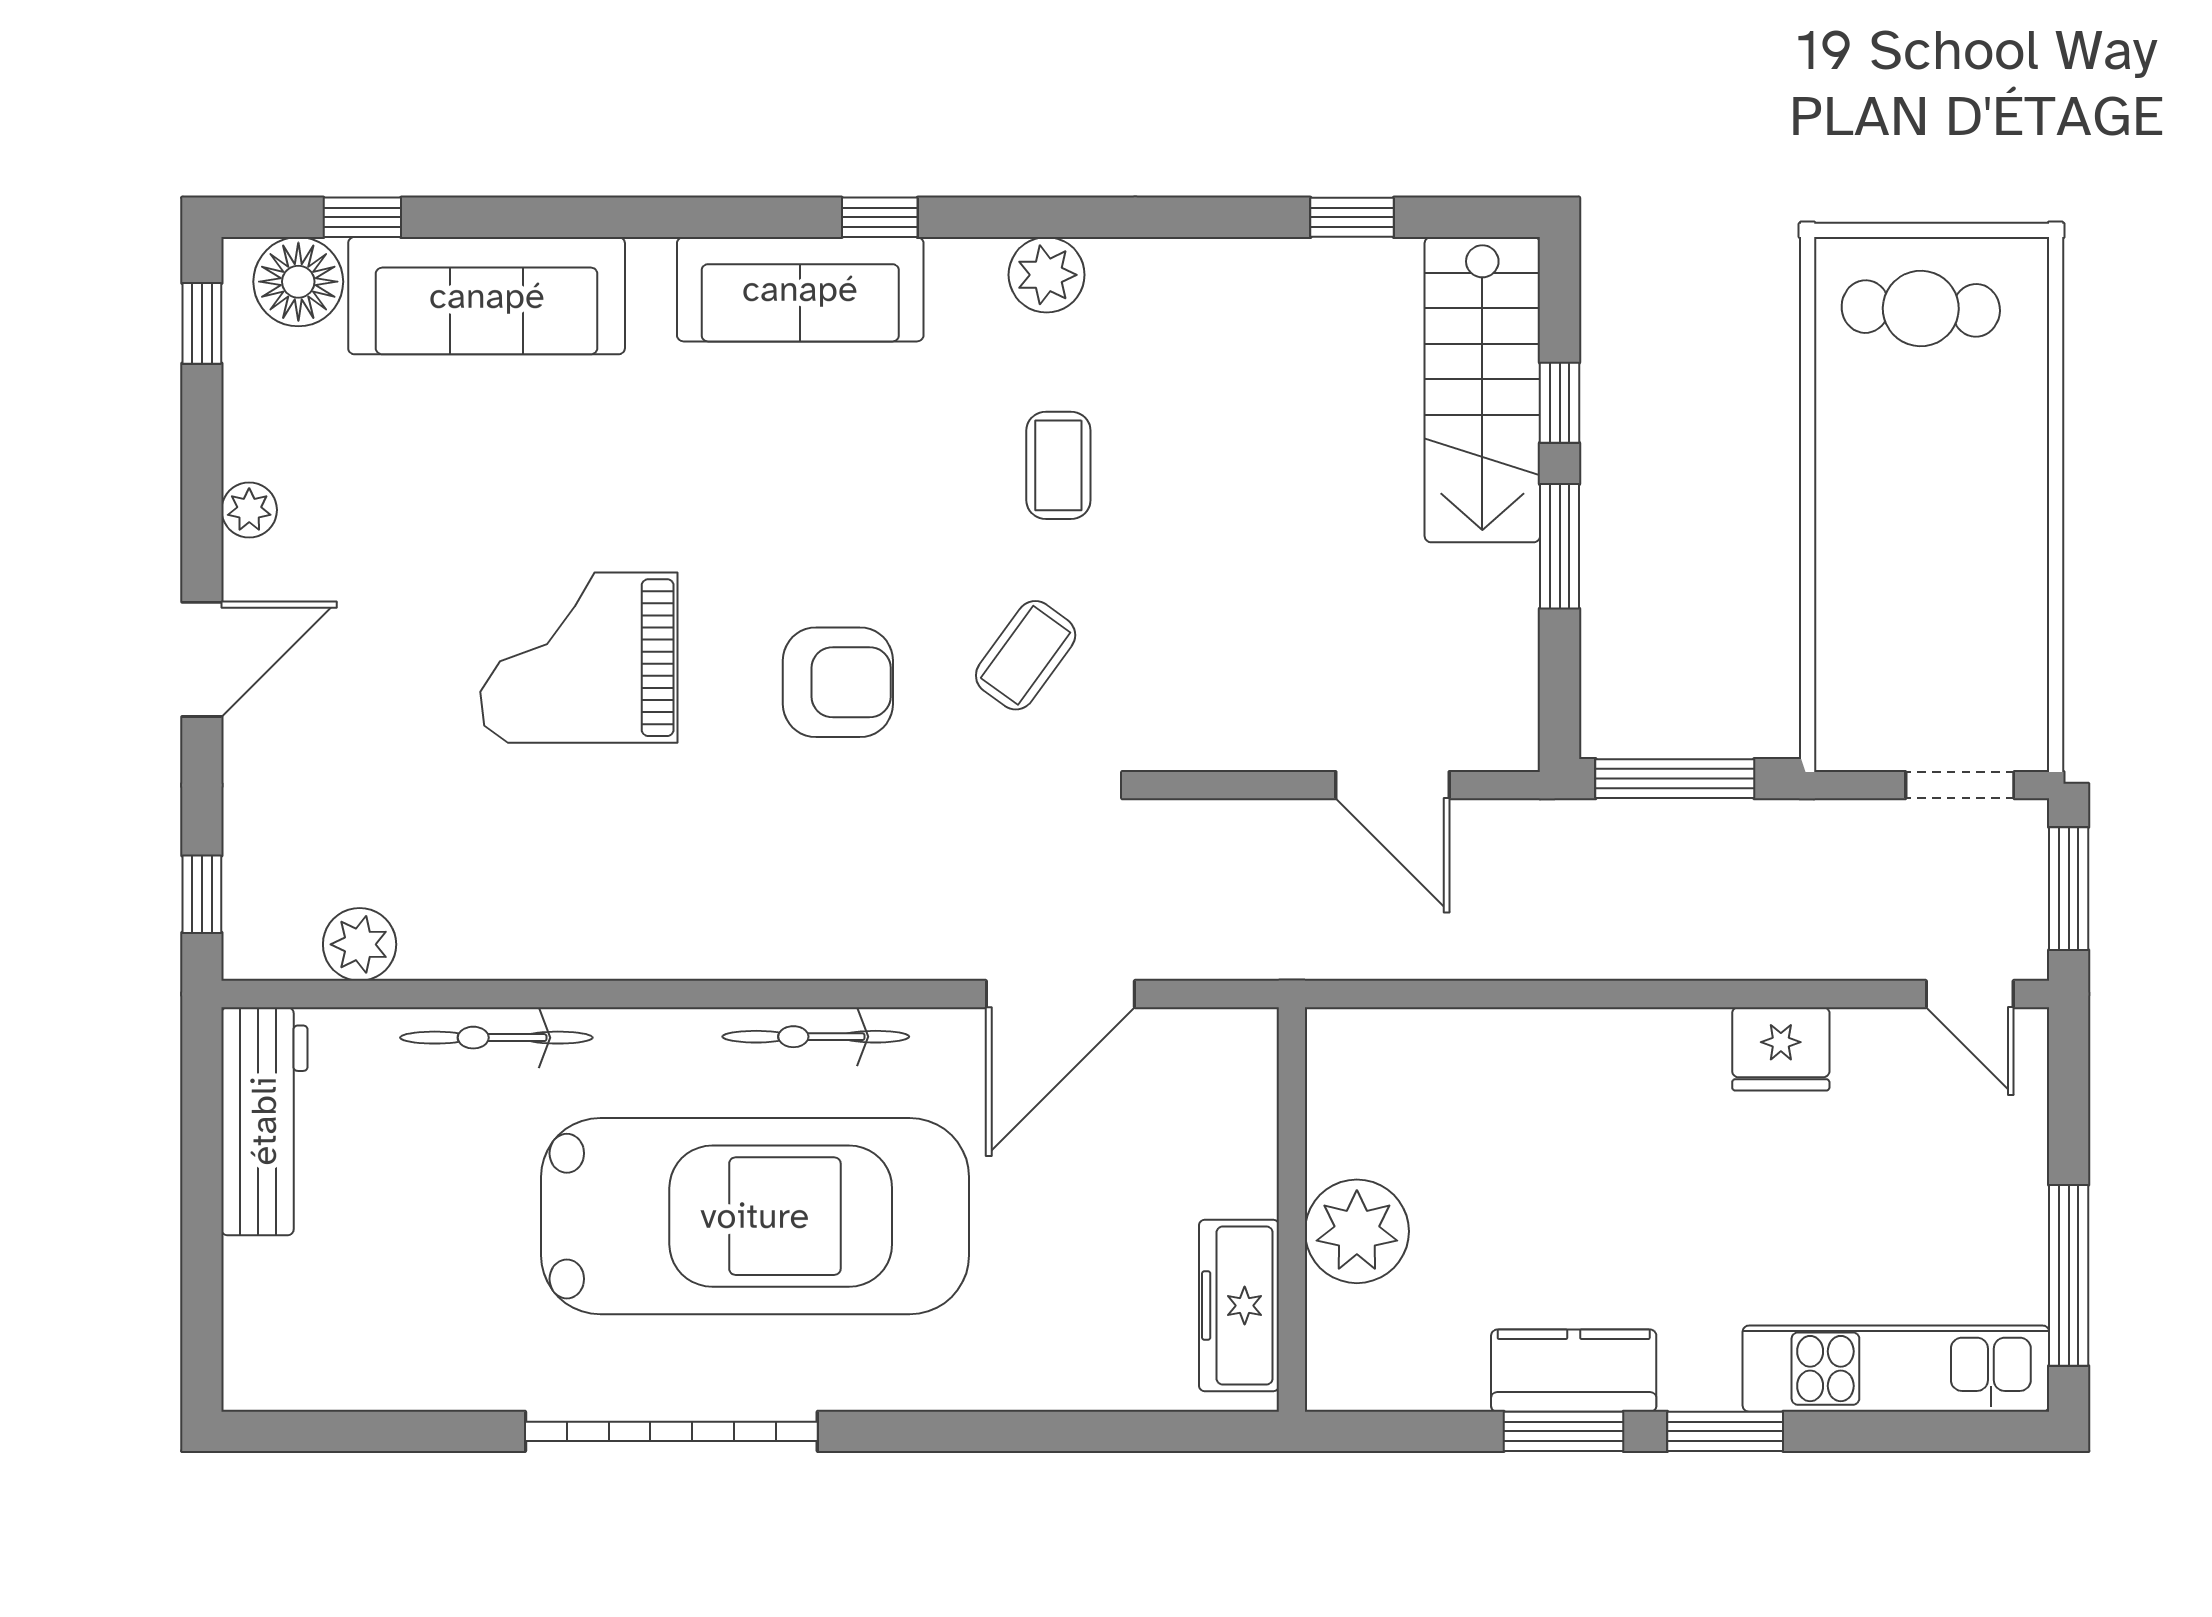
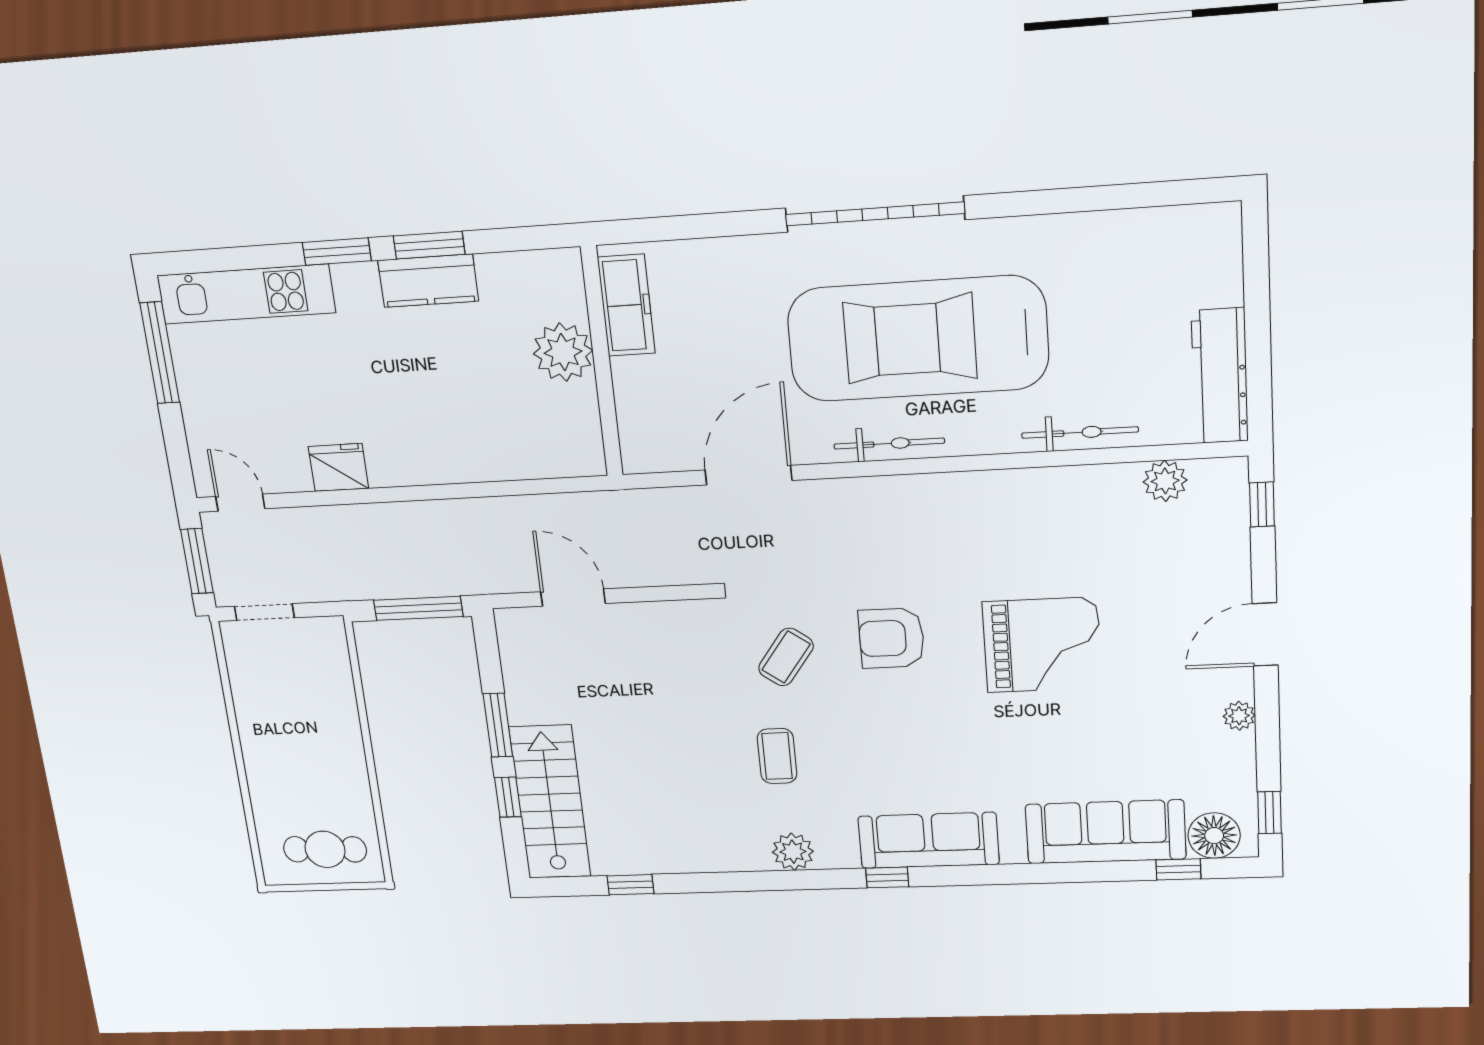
garage door: (671, 1431) -> (875, 214), moved

